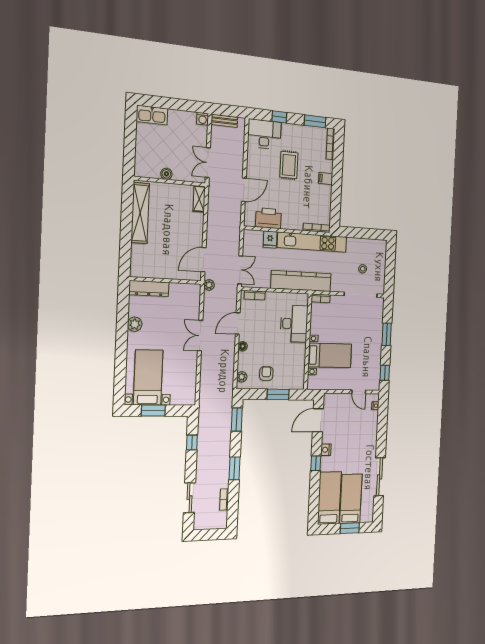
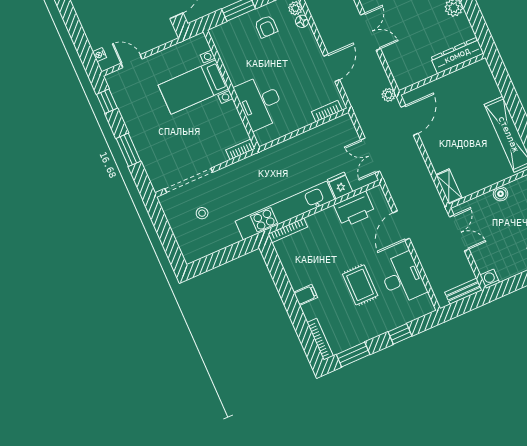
desk: (264, 134) -> (403, 278), moved, turned -90
double door: (240, 270) -> (370, 155), moved
kitchen counter: (301, 281) -> (276, 157), removed
floor lamp: (243, 346) -> (302, 21), moved

